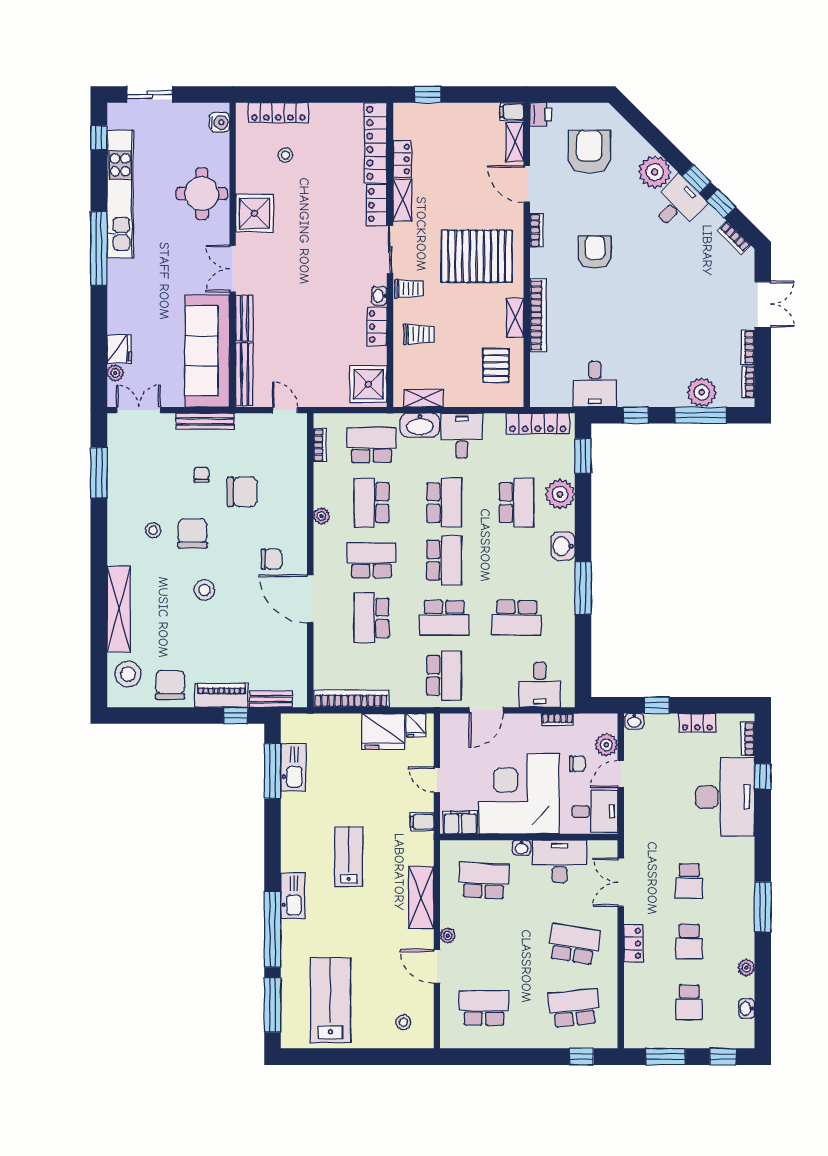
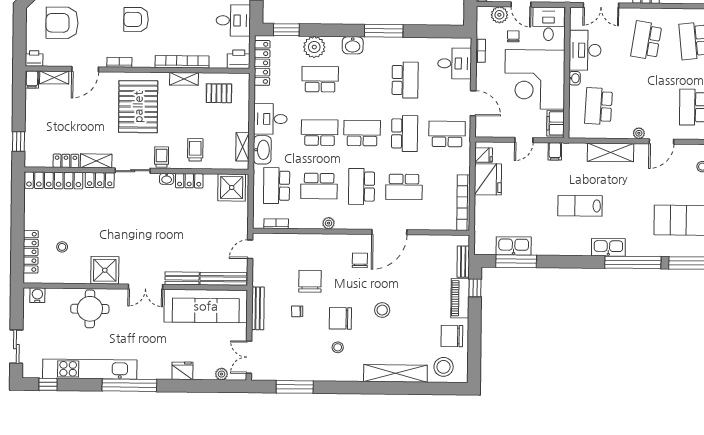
fridge: (119, 349) -> (182, 371), moved
printer: (542, 392) -> (239, 59), added

